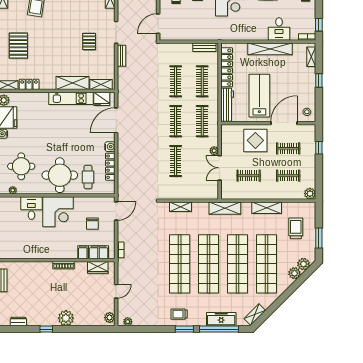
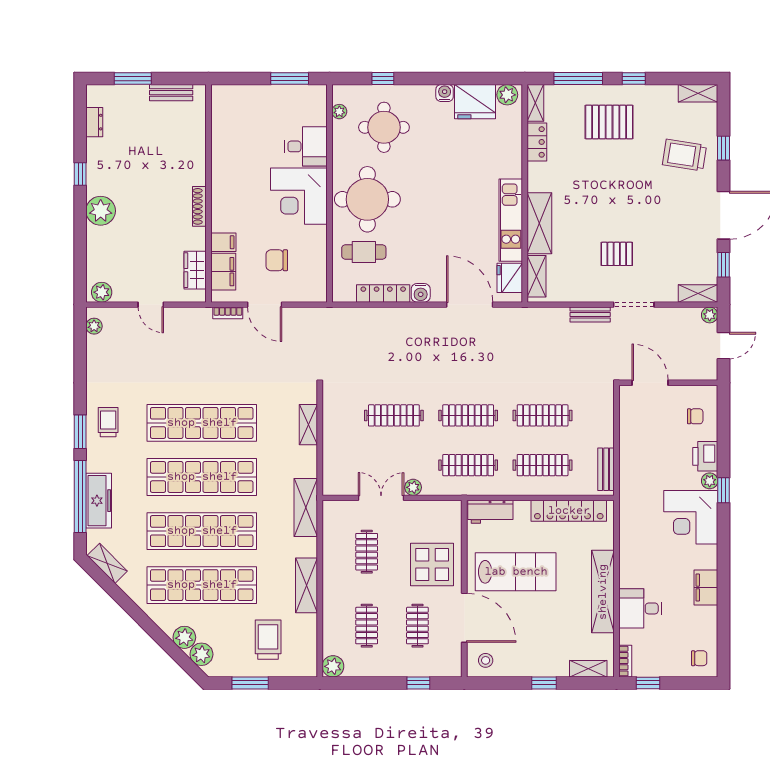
workbench: (227, 105) -> (490, 512), width x0.73
door: (116, 211) -> (265, 305), moved
trolley: (296, 228) -> (268, 640), turned -90

